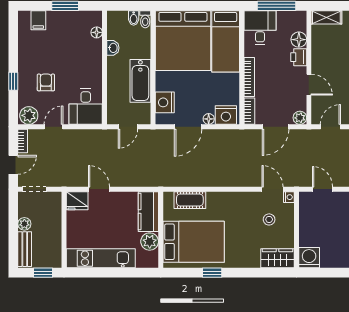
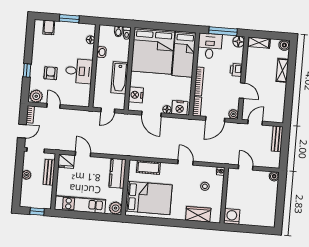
floor lamp: (299, 40) -> (239, 42), moved
desk: (86, 107) -> (79, 71), moved, turned -90
door: (54, 127) -> (54, 106), hinge flipped
door: (188, 127) -> (151, 114), hinge flipped
door: (272, 189) -> (186, 163), moved
plant: (150, 242) -> (116, 208), moved
bench: (25, 249) -> (49, 172), moved
wardrobe: (278, 258) -> (198, 214), moved
window: (212, 273) -> (160, 222), removed

